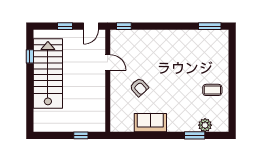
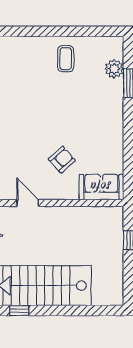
door: (108, 62) -> (28, 203), hinge flipped
sofa: (150, 123) -> (101, 187), moved, turned 90

